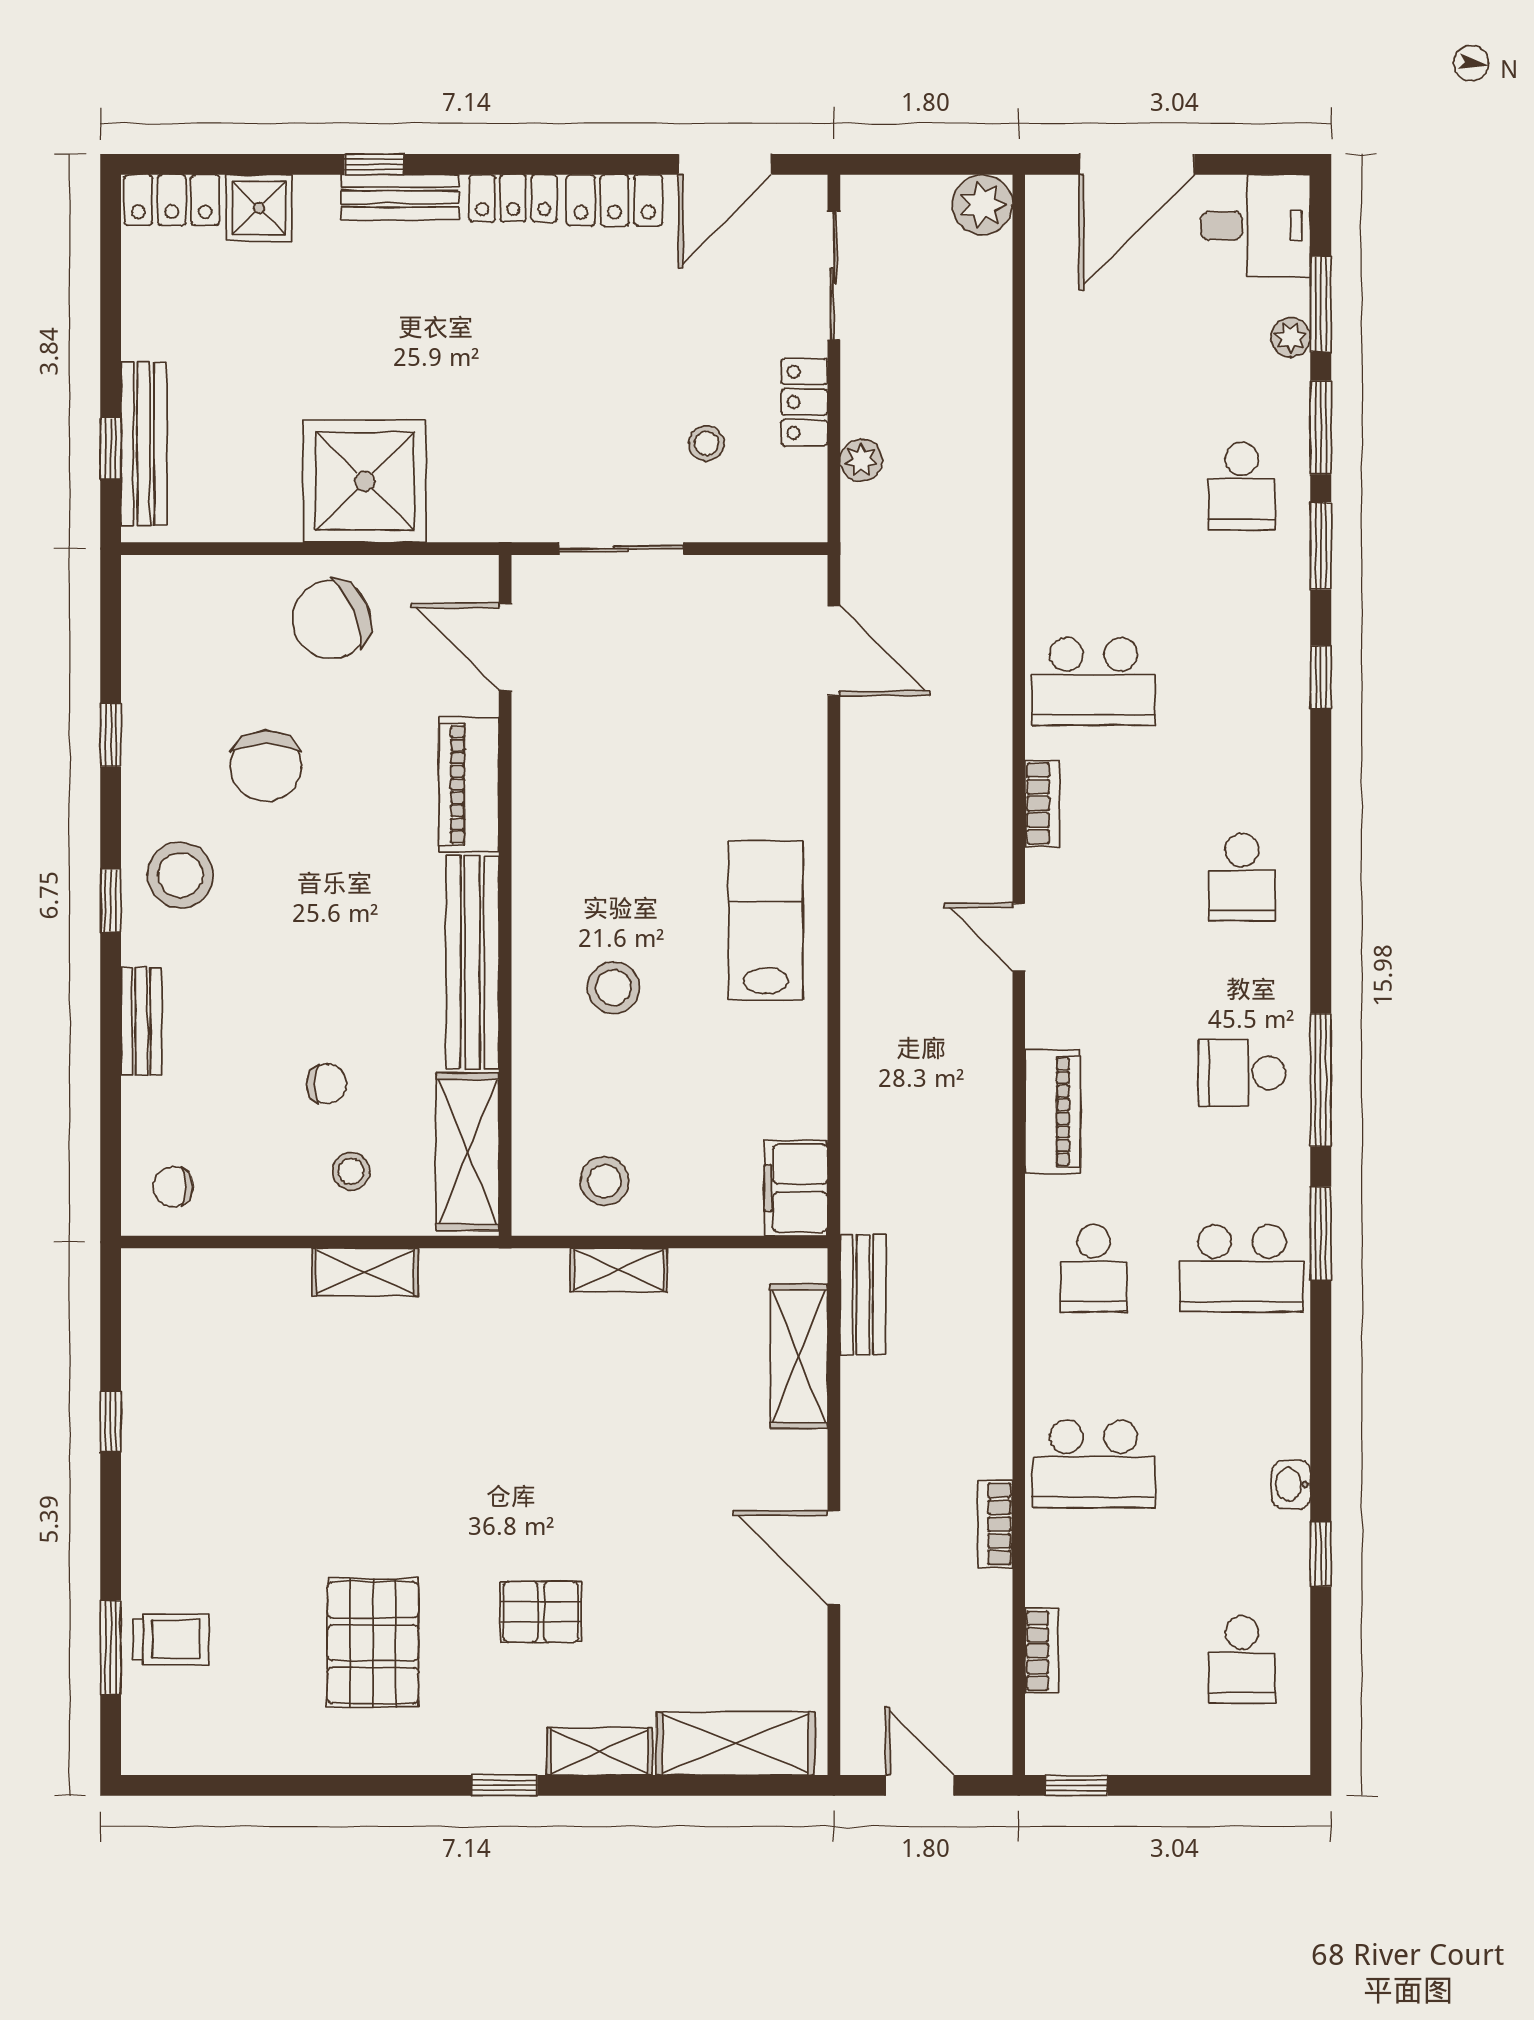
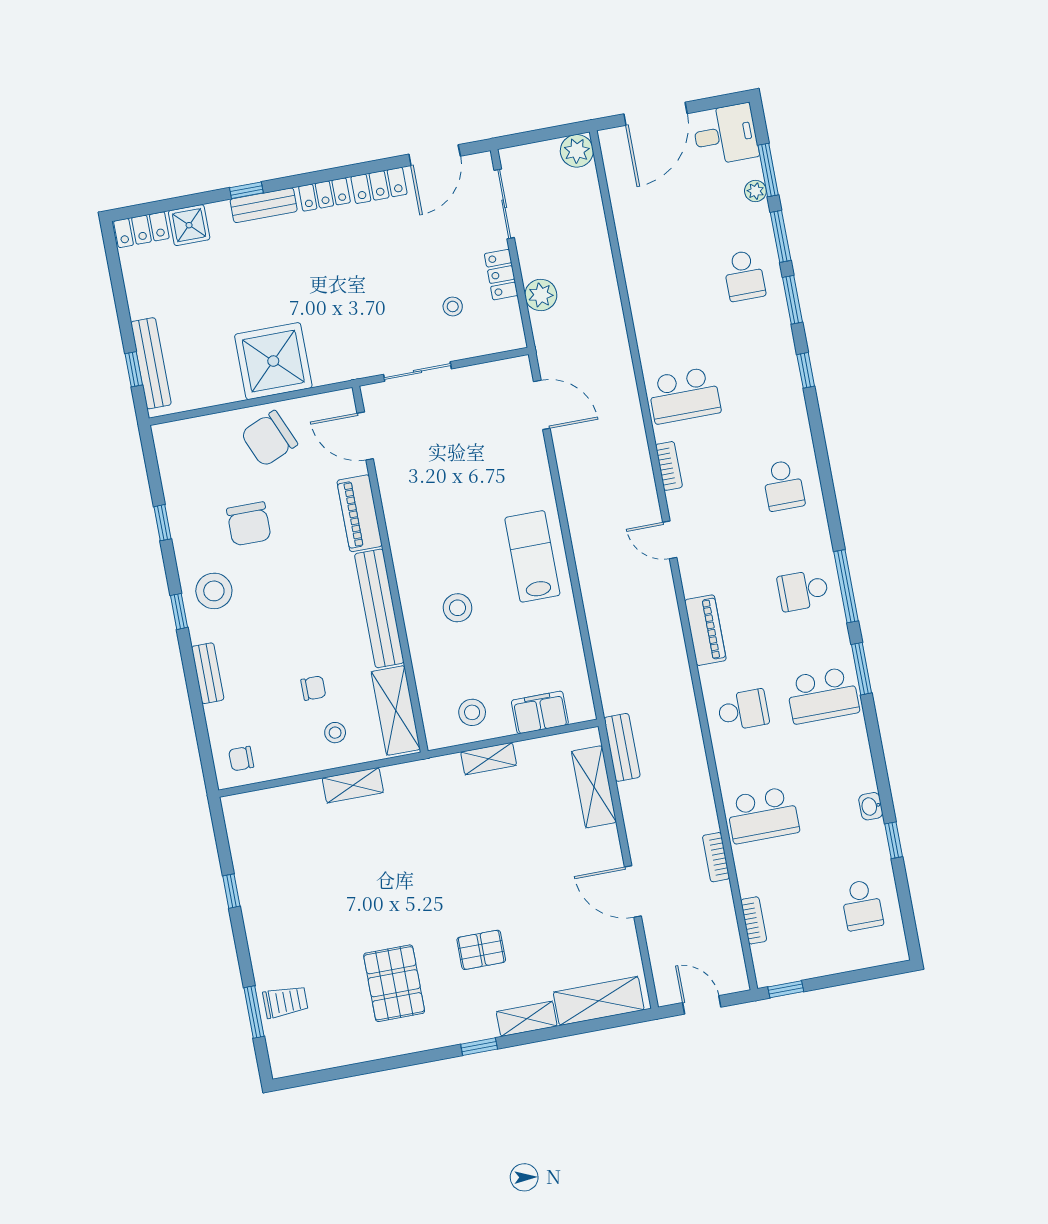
plant: (861, 460) -> (541, 295), width x1.38, depth x1.38
filing cabinet: (796, 1188) -> (540, 712), moved, turned 90
school desk: (1094, 1268) -> (743, 710), turned -90

